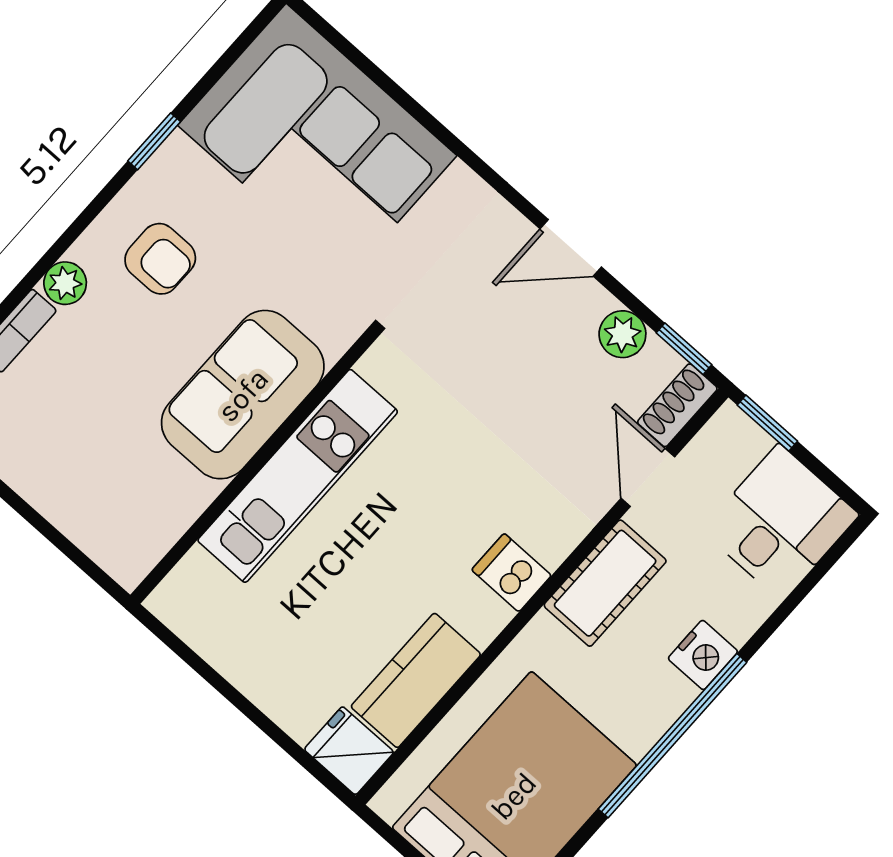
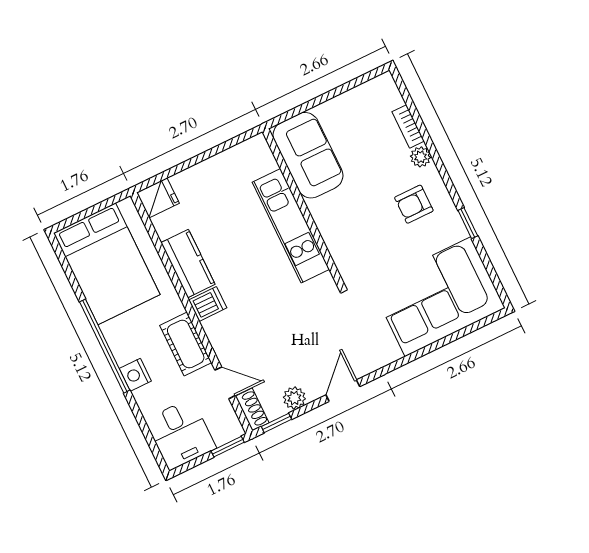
sofa: (243, 395) -> (308, 155), moved
kitchen counter: (416, 680) -> (188, 264), moved

